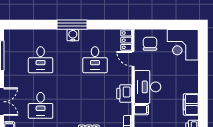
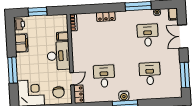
door: (133, 59) -> (72, 79), hinge flipped
window: (203, 73) -> (13, 70), added
printer: (124, 94) -> (78, 49), removed

